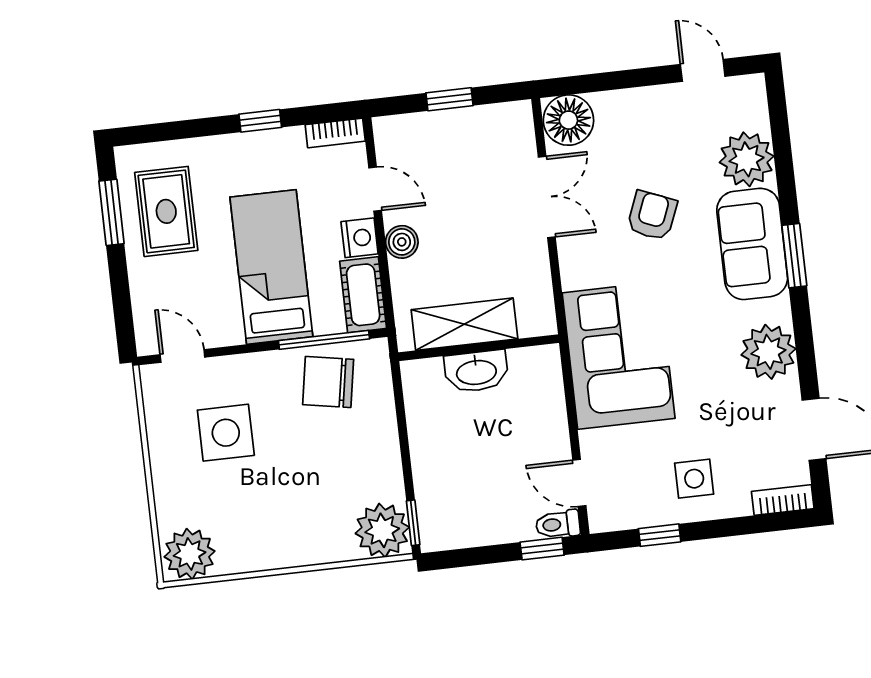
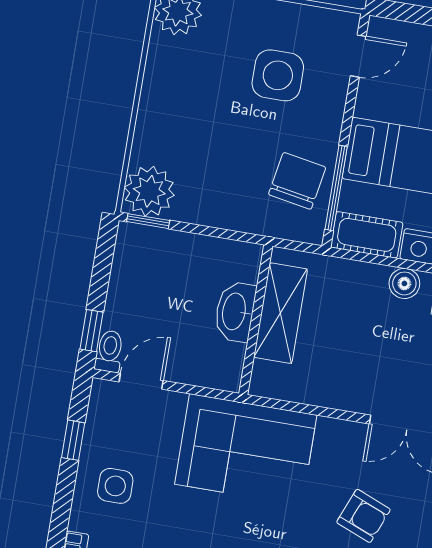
shelving: (464, 324) -> (281, 313), moved
wall: (479, 348) -> (256, 320), moved
washbasin: (476, 371) -> (235, 312), moved

